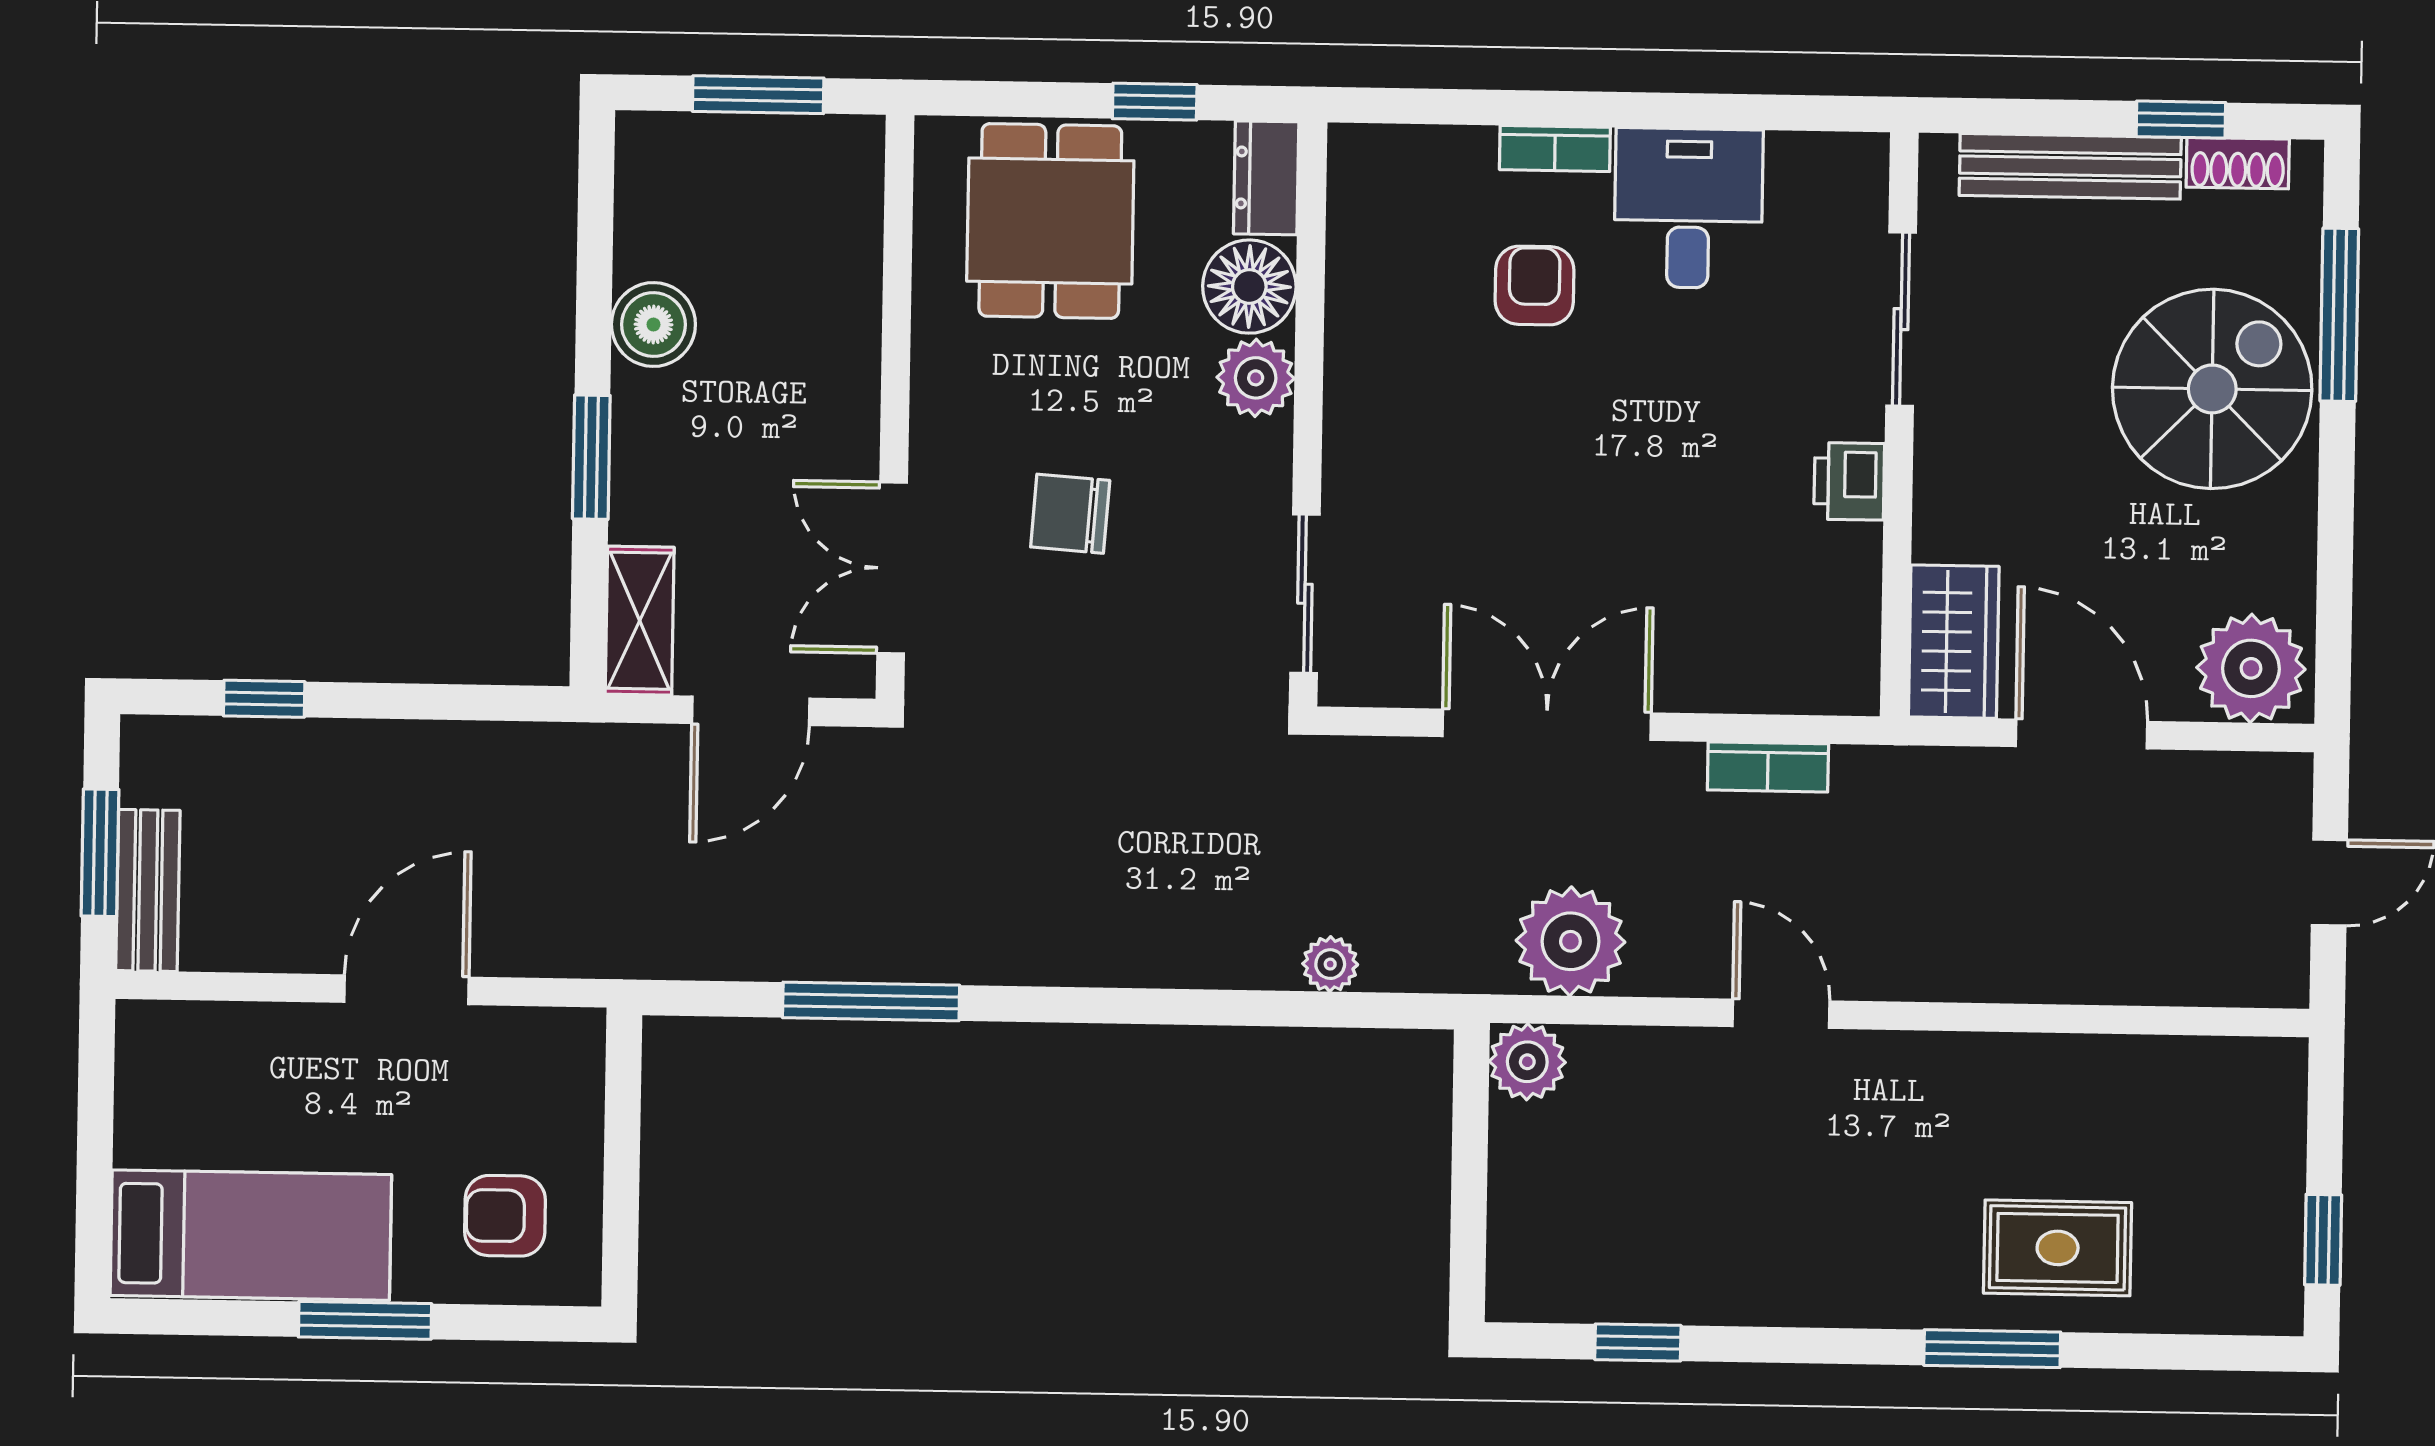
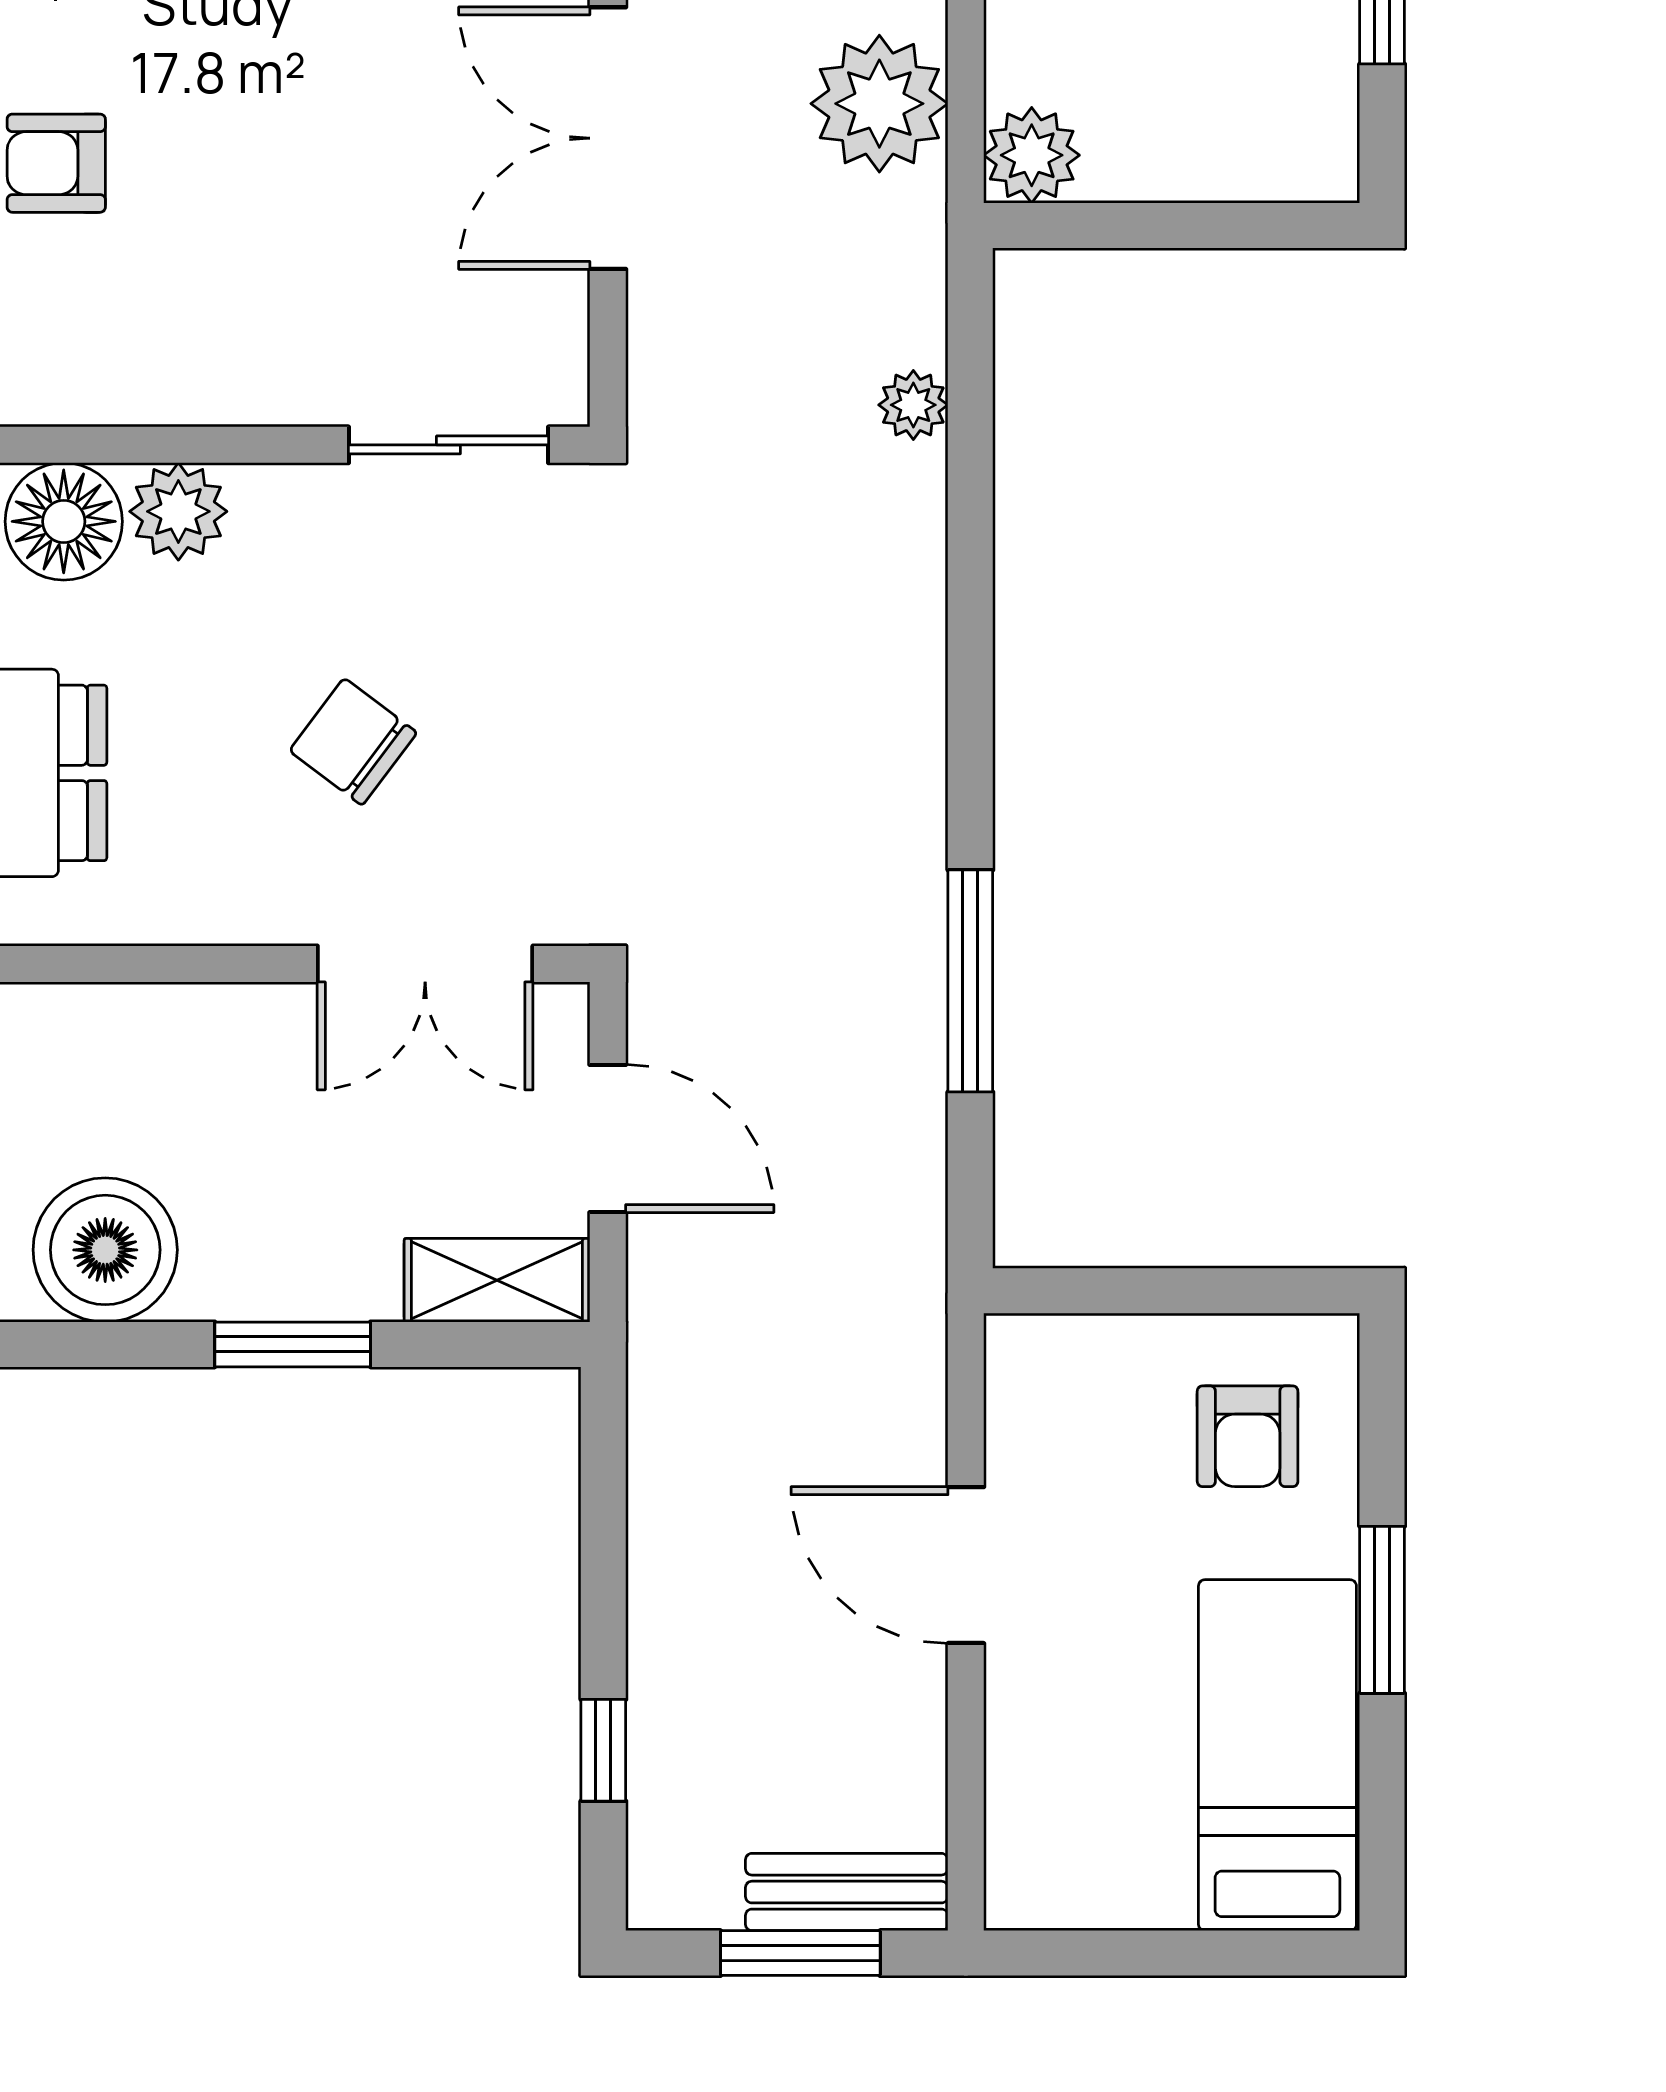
boiler: (653, 325) -> (105, 1250), width x1.37, depth x1.37
chair: (1070, 514) -> (353, 742), turned 123

